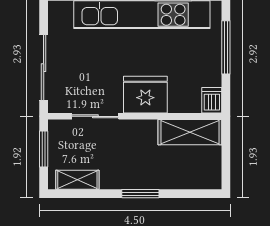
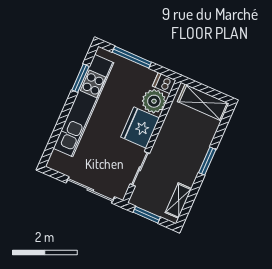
plant: (185, 97) -> (154, 101), added
shelving: (190, 132) -> (203, 103), moved, turned 90

